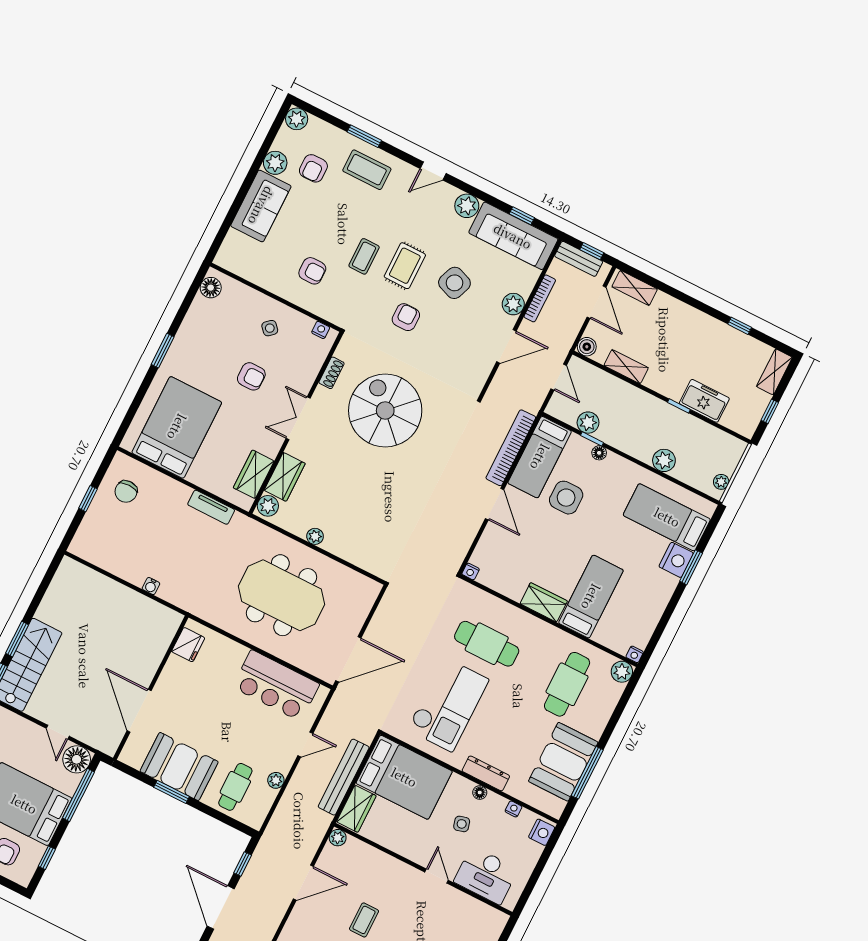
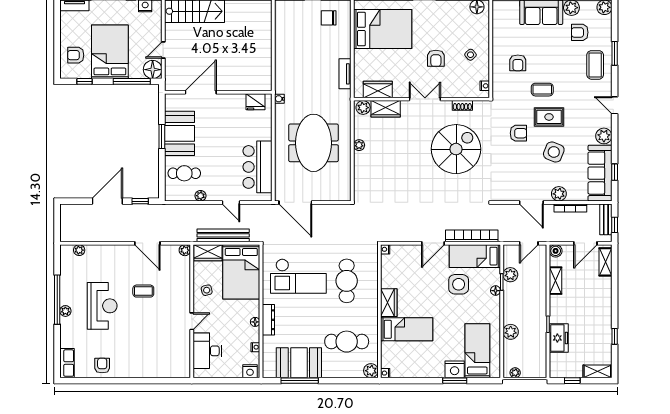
water cooler: (151, 586) -> (279, 99), moved
side table: (462, 824) -> (207, 290), moved

